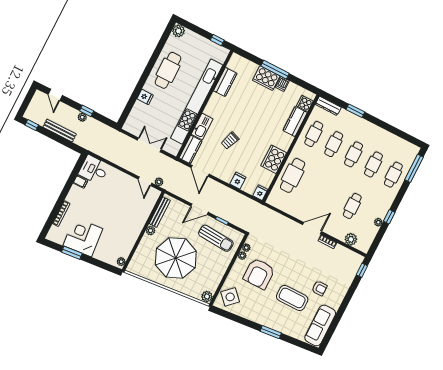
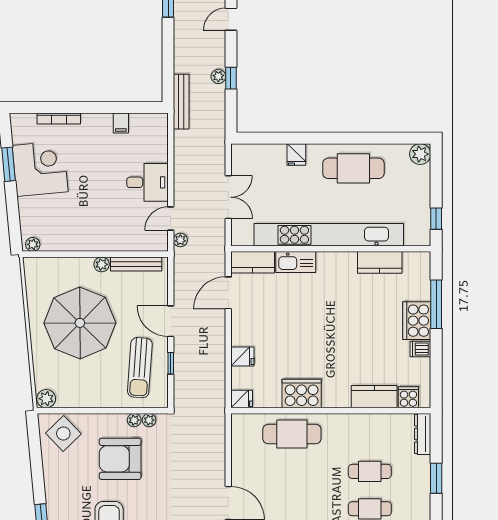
window: (275, 70) -> (436, 304), moved
bench: (60, 131) -> (181, 102), moved
cafe table: (314, 134) -> (370, 434), removed
trolley: (230, 141) -> (296, 314), removed
desk: (94, 170) -> (147, 182), moved, turned 90

